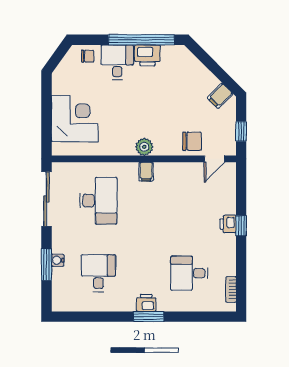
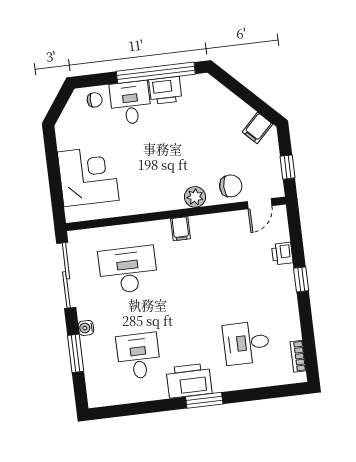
plant: (144, 147) -> (195, 197), moved
desk: (98, 201) -> (128, 270), turned -90
printer: (228, 224) -> (282, 254), moved
water cooler: (58, 260) -> (86, 328), moved
printer: (146, 303) -> (189, 381), width x1.87, depth x1.48

